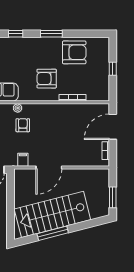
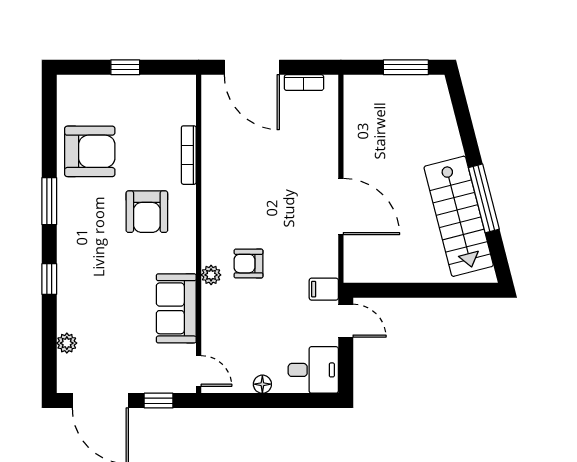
armchair: (74, 52) -> (90, 151), turned 90
filing cabinet: (23, 160) -> (324, 289), moved
stairs: (52, 214) -> (459, 216), width x0.73, depth x0.66

